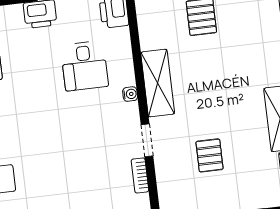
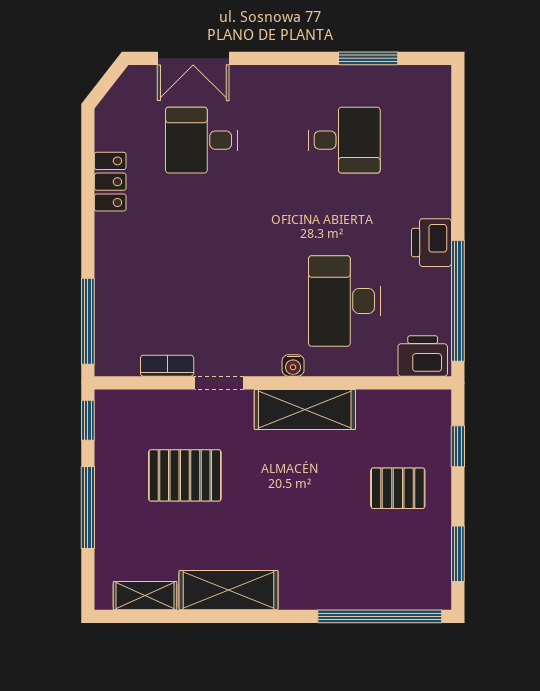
desk: (84, 66) -> (344, 301), width x1.37
pallet: (210, 155) -> (185, 475), width x1.50, depth x1.42

